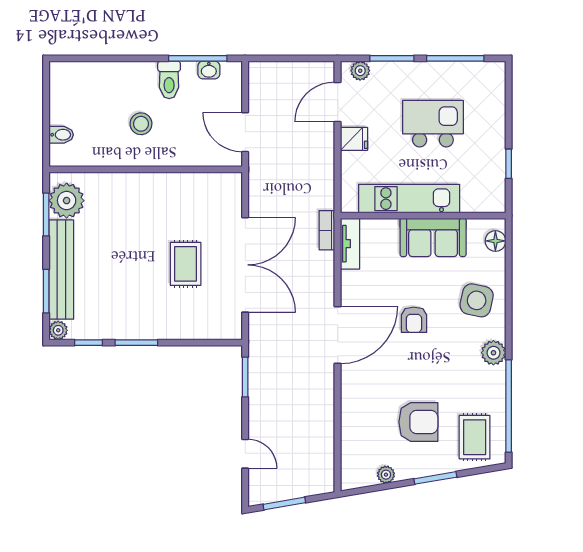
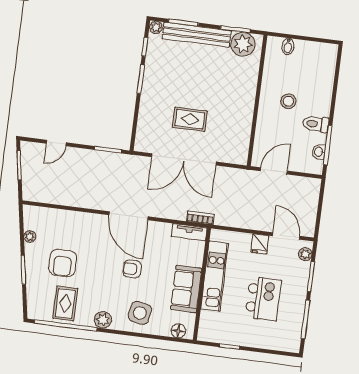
rug: (475, 437) -> (65, 303), moved, turned 90

